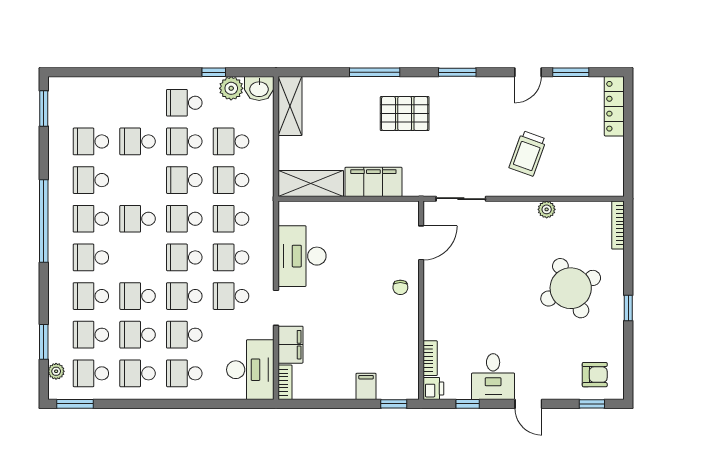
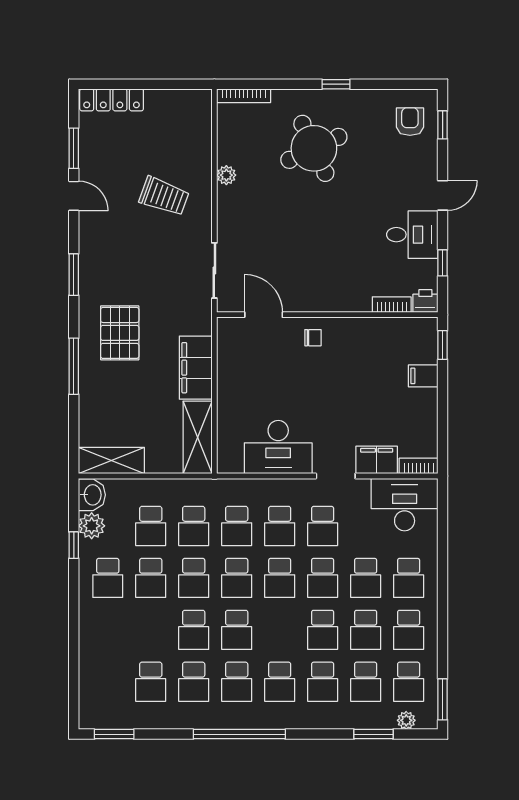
school desk: (138, 141) -> (194, 630), moved

